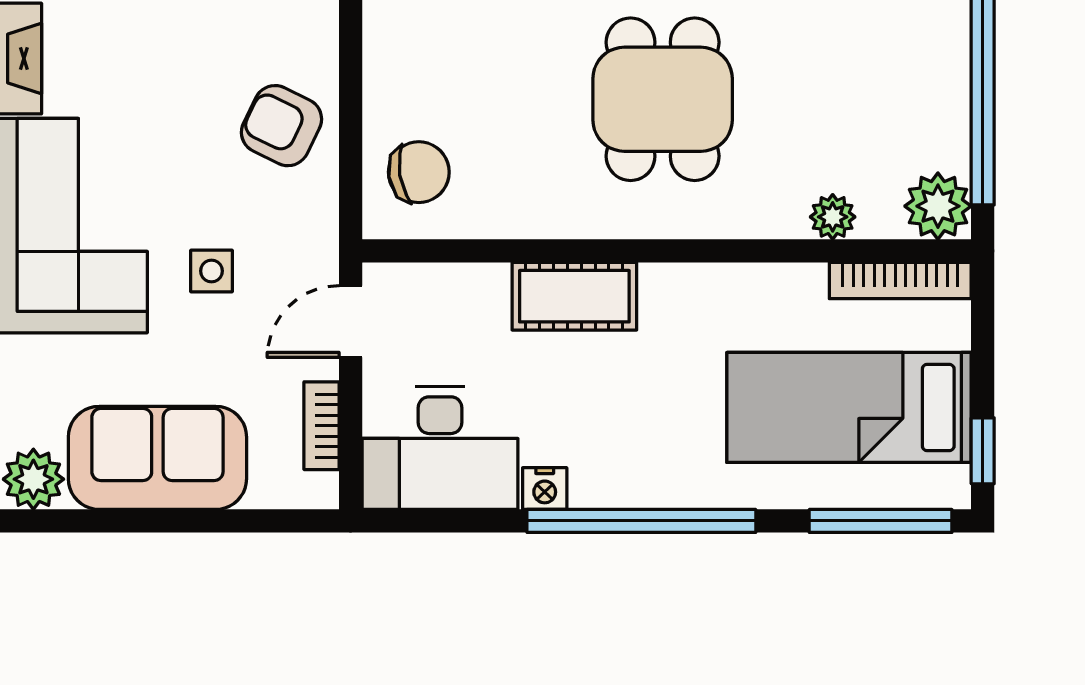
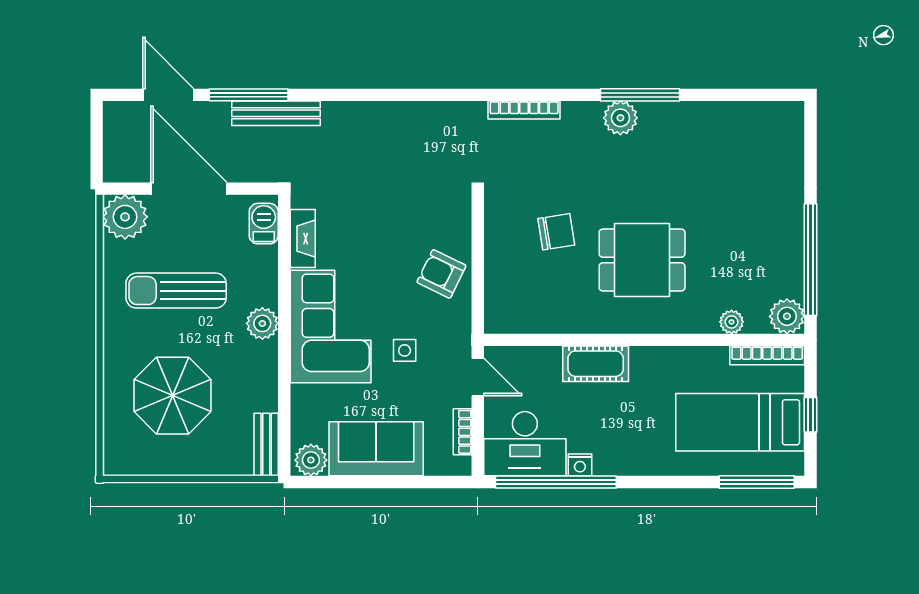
dining table: (663, 99) -> (642, 260), turned 90
chair: (419, 172) -> (556, 232), moved
door: (351, 322) -> (478, 377), swing flipped
window: (983, 451) -> (810, 415), moved
window: (641, 521) -> (556, 482), moved

